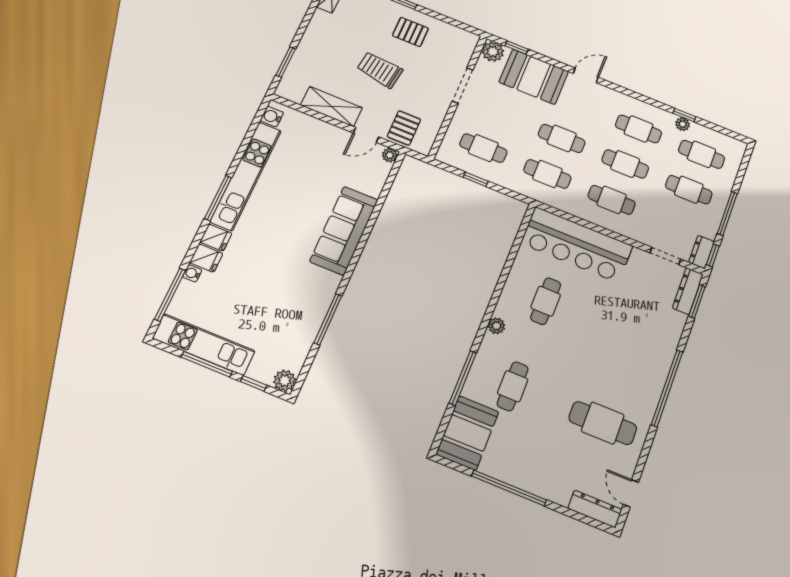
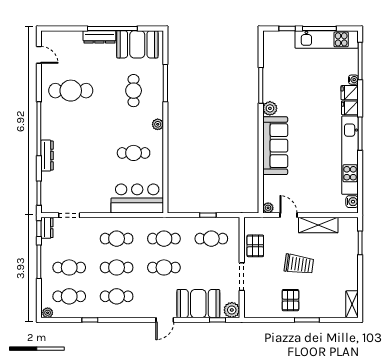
pallet: (410, 32) -> (290, 300), turned 90
plant: (683, 124) -> (48, 313), moved
pallet: (404, 128) -> (255, 246), moved
door: (366, 135) -> (288, 215), hinge flipped
bar counter: (577, 245) -> (137, 198), width x0.73
dresser: (688, 291) -> (47, 155), moved
cafe table: (546, 301) -> (134, 153), turned 90
plant: (285, 381) -> (270, 108), moved
booth: (467, 433) -> (137, 44), moved, turned 90
dresser: (595, 509) -> (99, 37), moved

